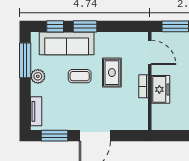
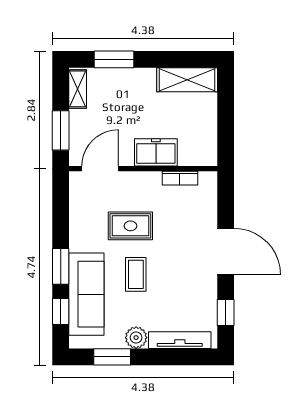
window: (25, 60) -> (112, 357), width x0.69
bookcase: (143, 86) -> (180, 178), moved
tv unit: (36, 111) -> (180, 340), width x1.41
window: (54, 136) -> (226, 312), width x0.67

